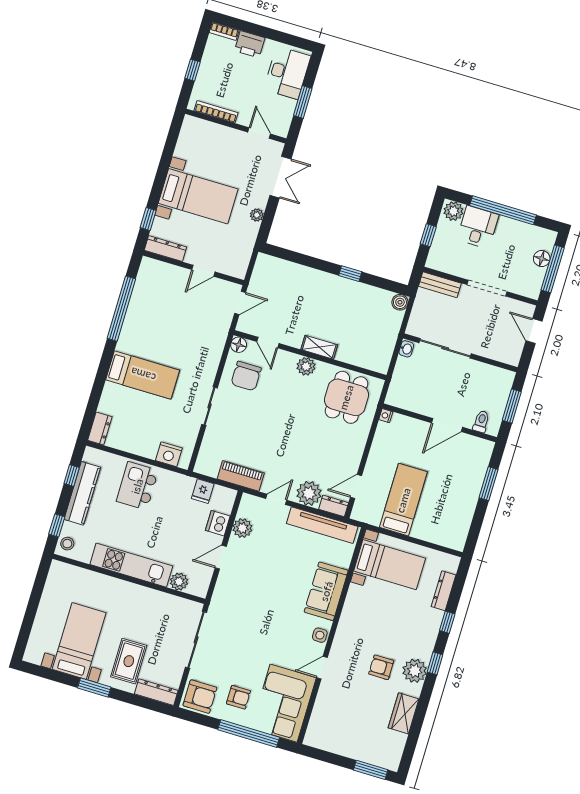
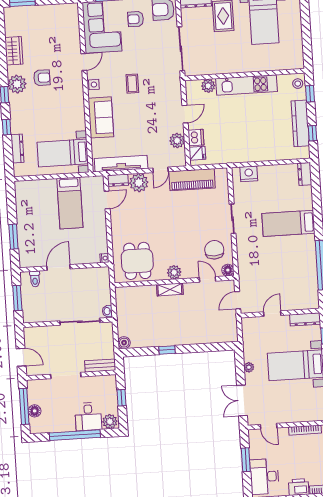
piano: (241, 476) -> (192, 180), width x1.37, depth x1.33
kitchen island: (137, 486) -> (263, 143), removed
fridge: (203, 491) -> (197, 153), moved, turned 90
coffee table: (272, 619) -> (132, 84), added

